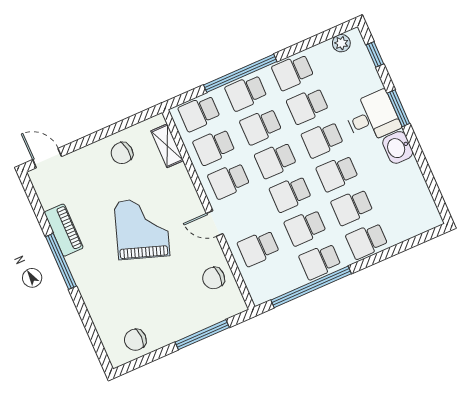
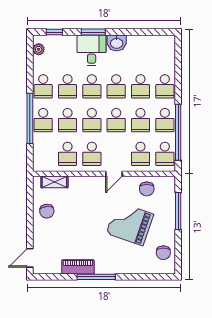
school desk: (199, 113) -> (165, 154), moved
grand piano: (142, 229) -> (130, 224), moved

